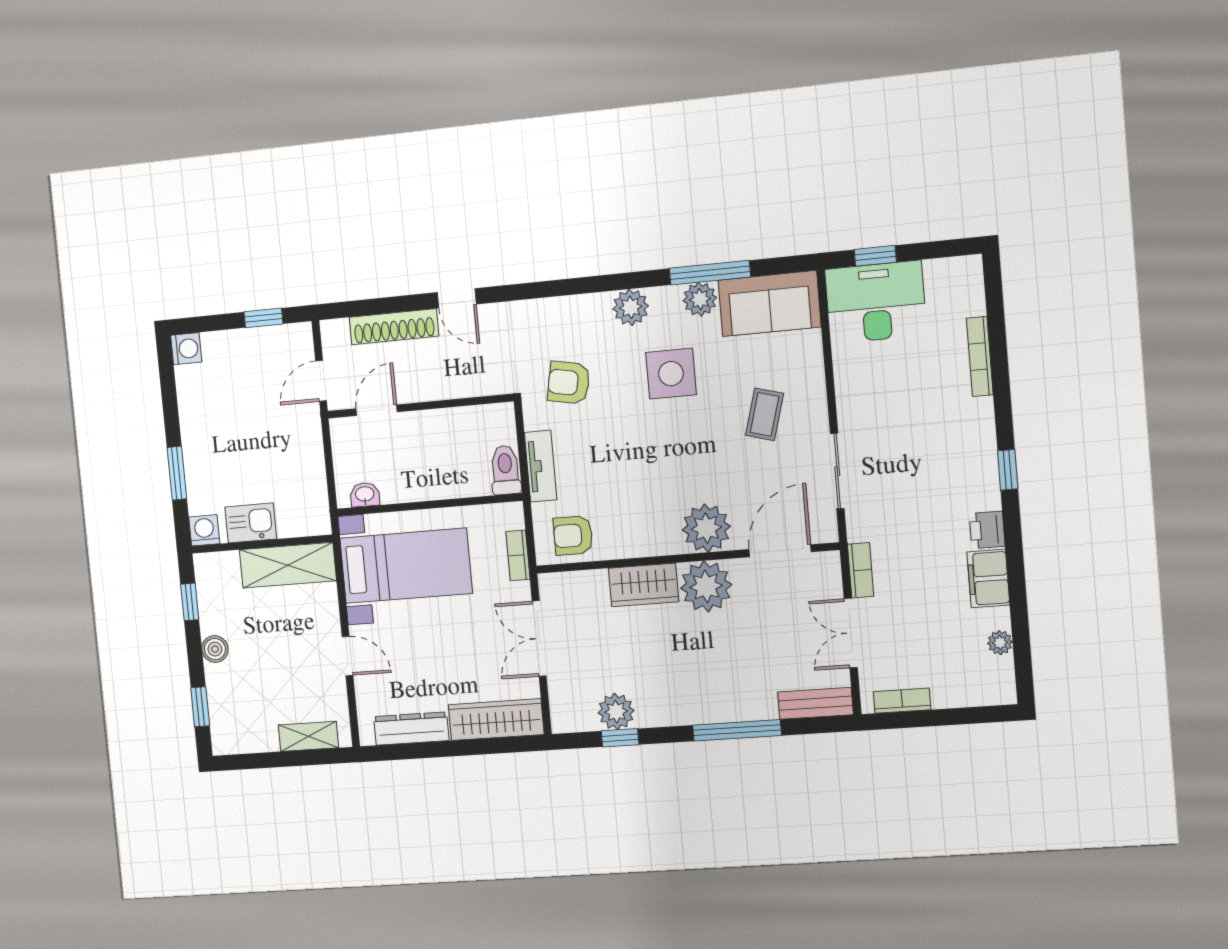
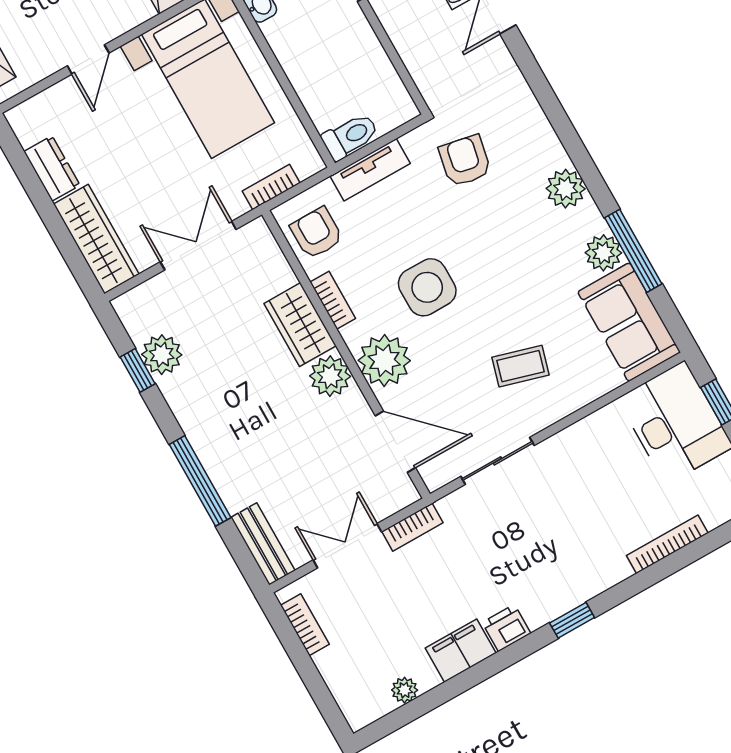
side table: (671, 374) -> (427, 287), moved
bookcase: (636, 548) -> (333, 300), added
plant: (706, 586) -> (330, 376), width x0.73, depth x0.73
dresser: (411, 729) -> (52, 168), width x0.70

